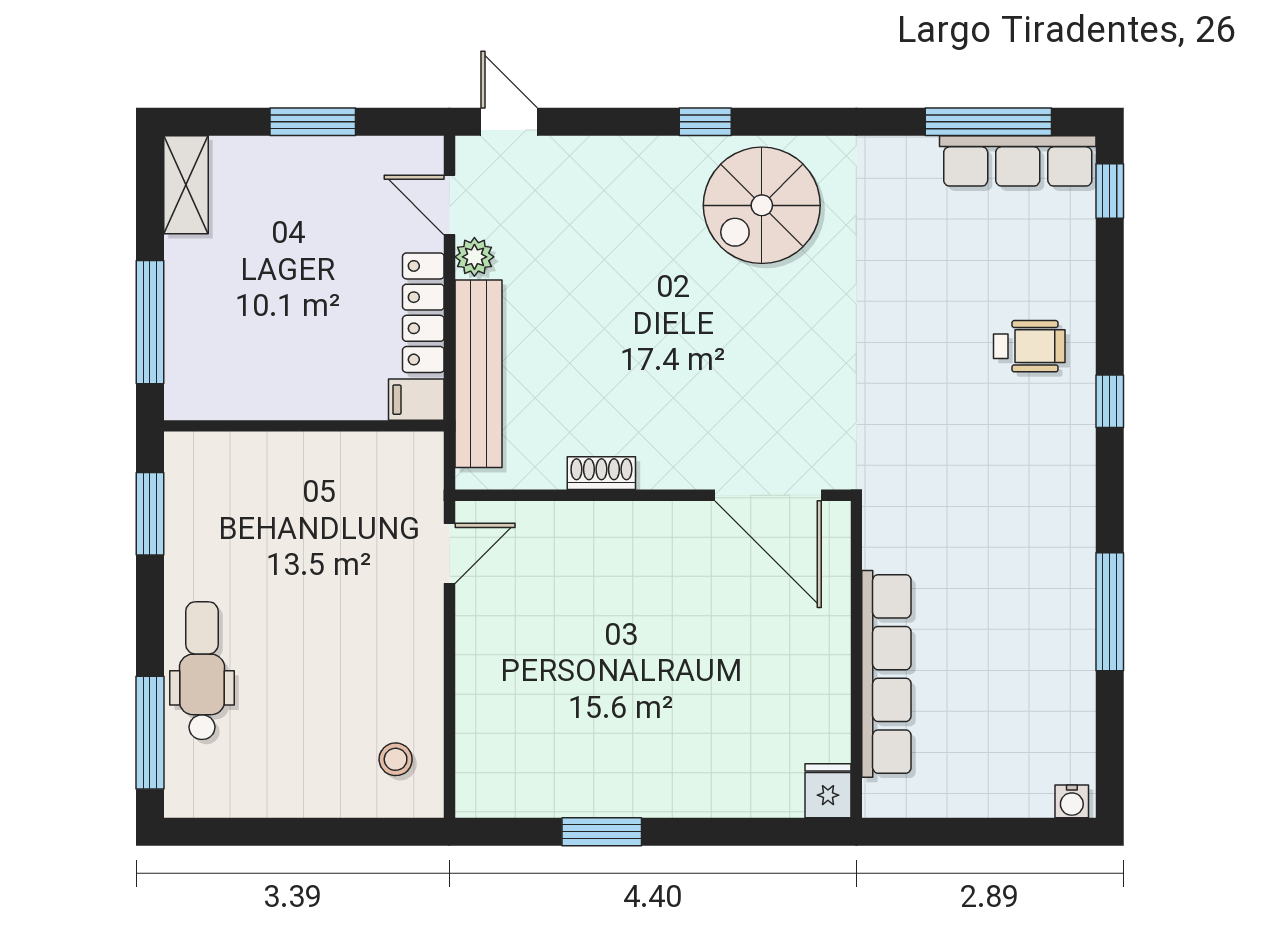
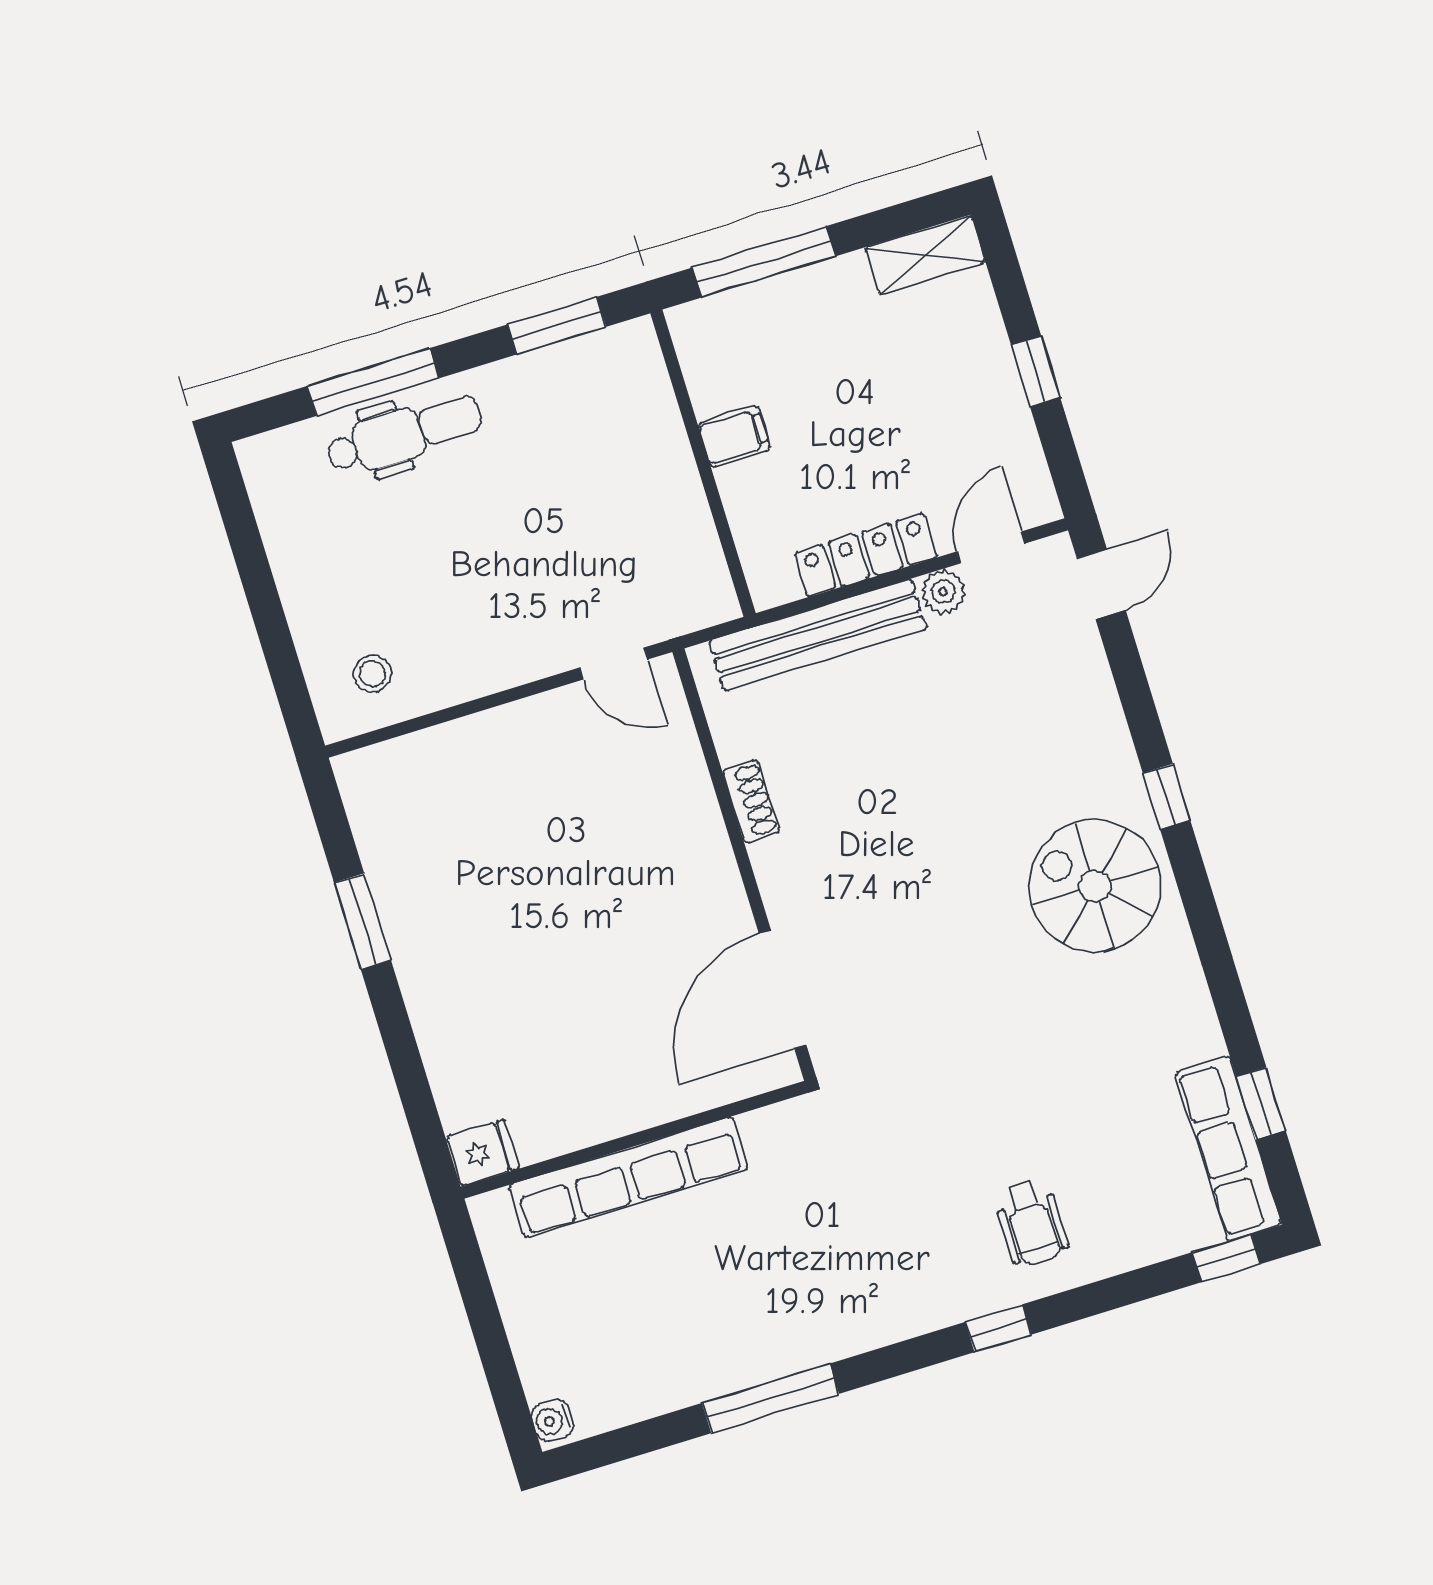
window: (313, 122) -> (1036, 371), width x0.67
window: (988, 122) -> (1261, 1104), width x0.46
filing cabinet: (416, 400) -> (734, 436), moved, turned 90
window: (150, 733) -> (373, 382), moved

